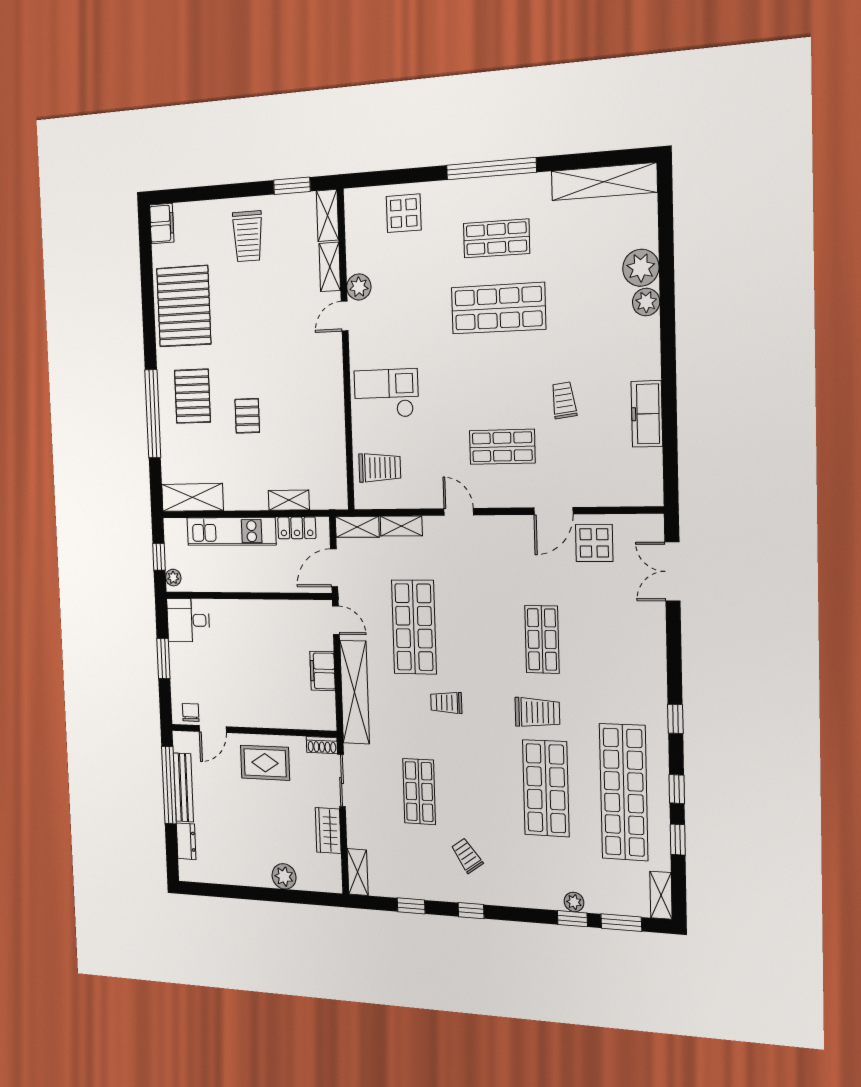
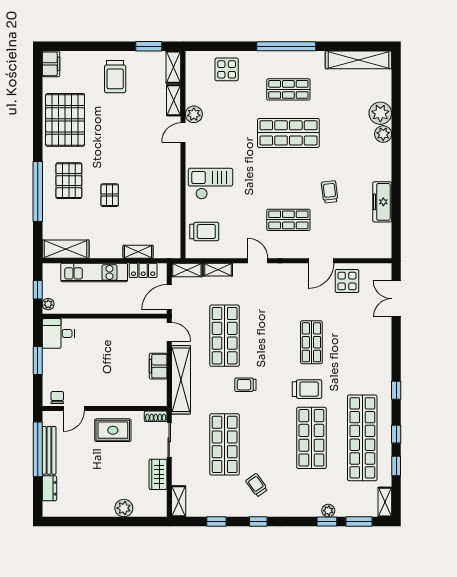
shop shelf: (419, 792) -> (225, 444), width x1.43, depth x1.36

